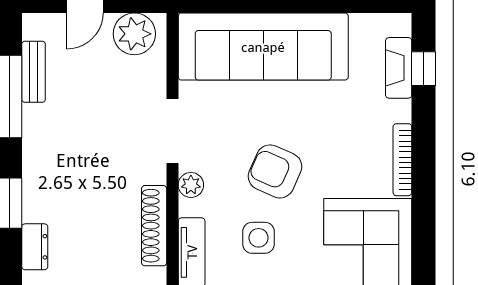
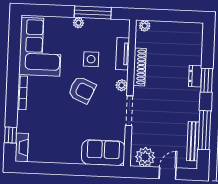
sofa: (263, 47) -> (103, 153), width x0.54, depth x0.79
fireplace: (399, 68) -> (22, 147), moved
bench: (34, 72) -> (193, 141), width x1.36
dresser: (35, 247) -> (195, 76), moved

